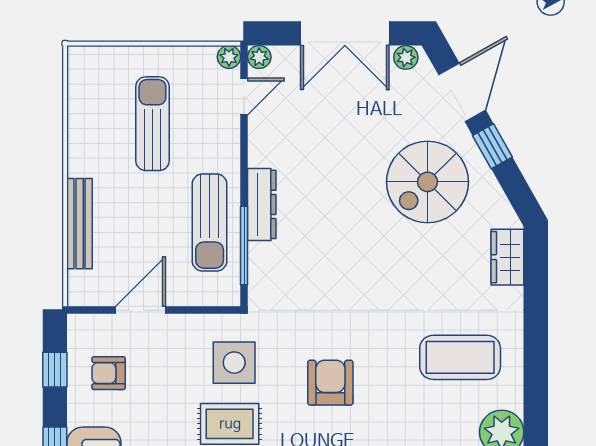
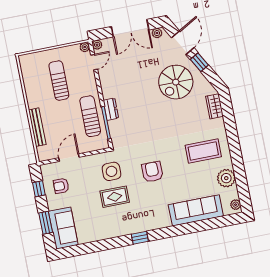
dresser: (262, 204) -> (111, 109), width x0.70
sun lounger: (210, 222) -> (90, 116), turned 180

